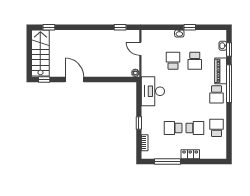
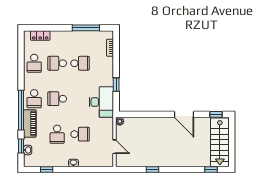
window: (120, 27) -> (153, 170), moved
window: (190, 27) -> (47, 170), moved
school desk: (173, 61) -> (80, 134), turned -90
school desk: (195, 61) -> (57, 134), turned 180
school desk: (195, 94) -> (57, 99), added
school desk: (217, 94) -> (34, 99), turned 180
window: (139, 123) -> (116, 85), moved
locker: (190, 154) -> (40, 35), moved

